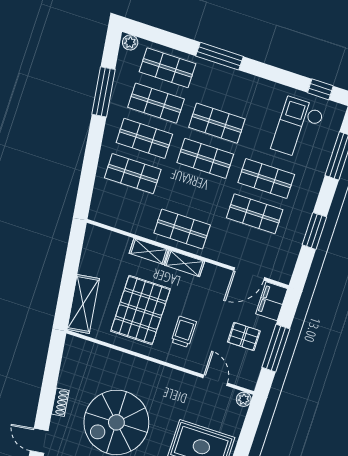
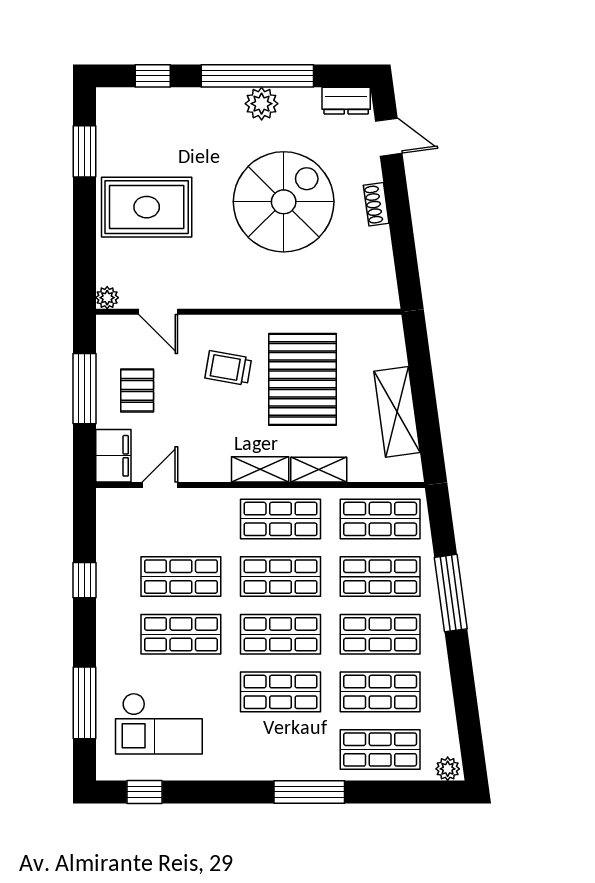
window: (103, 92) -> (451, 593), moved
checkout: (298, 128) -> (159, 724), turned 90
shop shelf: (194, 194) -> (281, 577), added
shop shelf: (121, 209) -> (380, 519), added
window: (314, 231) -> (84, 580), width x0.67
door: (249, 274) -> (160, 485), width x0.73
shelving: (83, 304) -> (397, 412), moved
trolley: (184, 332) -> (228, 368), turned 100
pallet: (244, 336) -> (137, 390), turned 90

